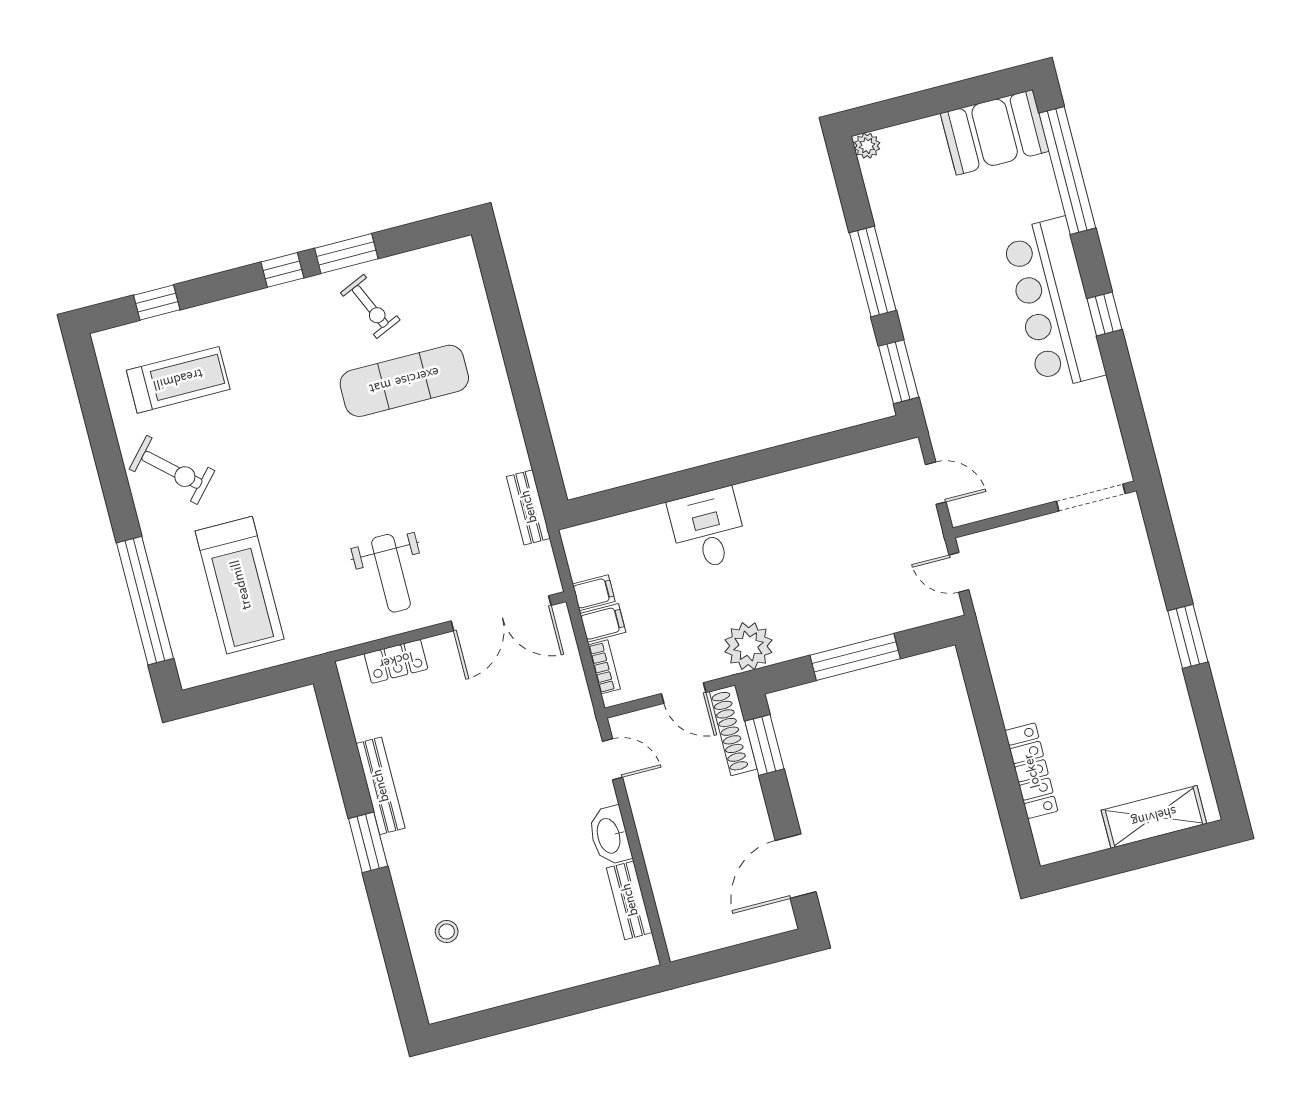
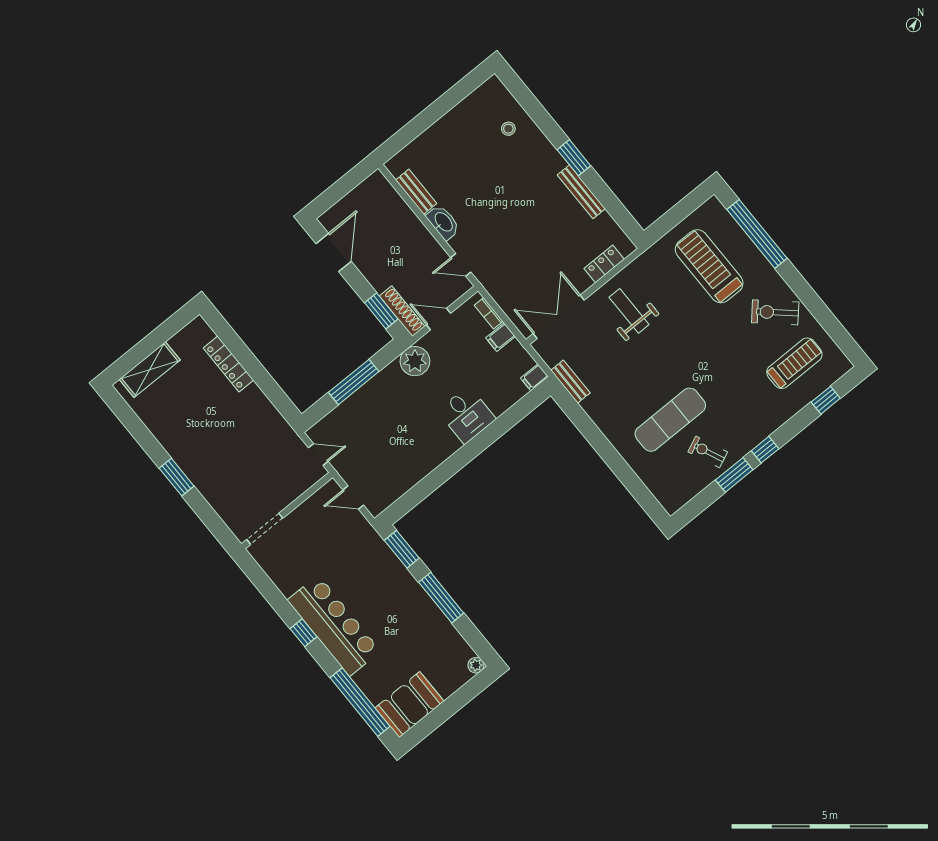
treadmill: (178, 380) -> (794, 363), turned 180
filing cabinet: (594, 593) -> (534, 377), moved

